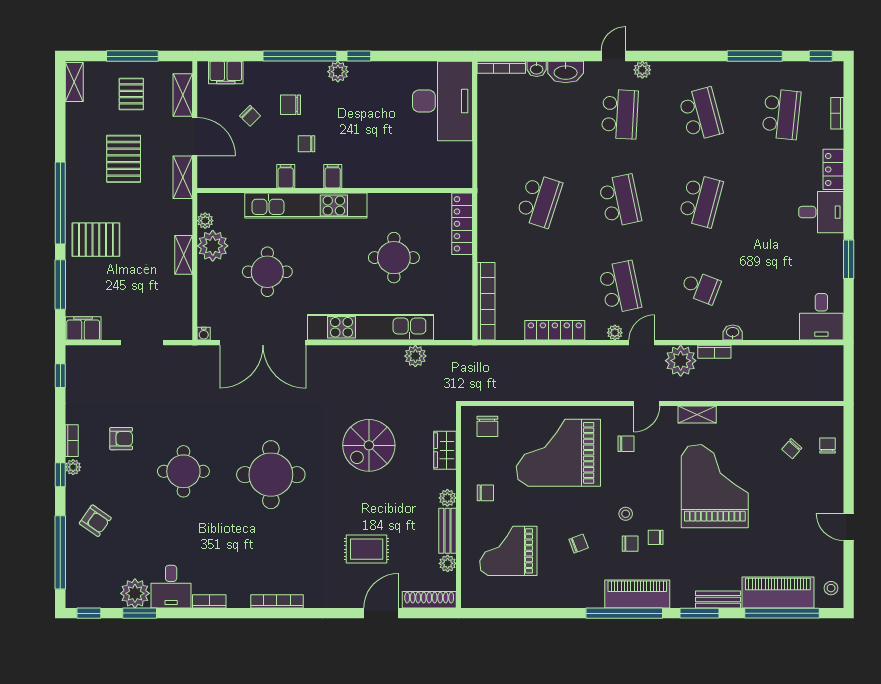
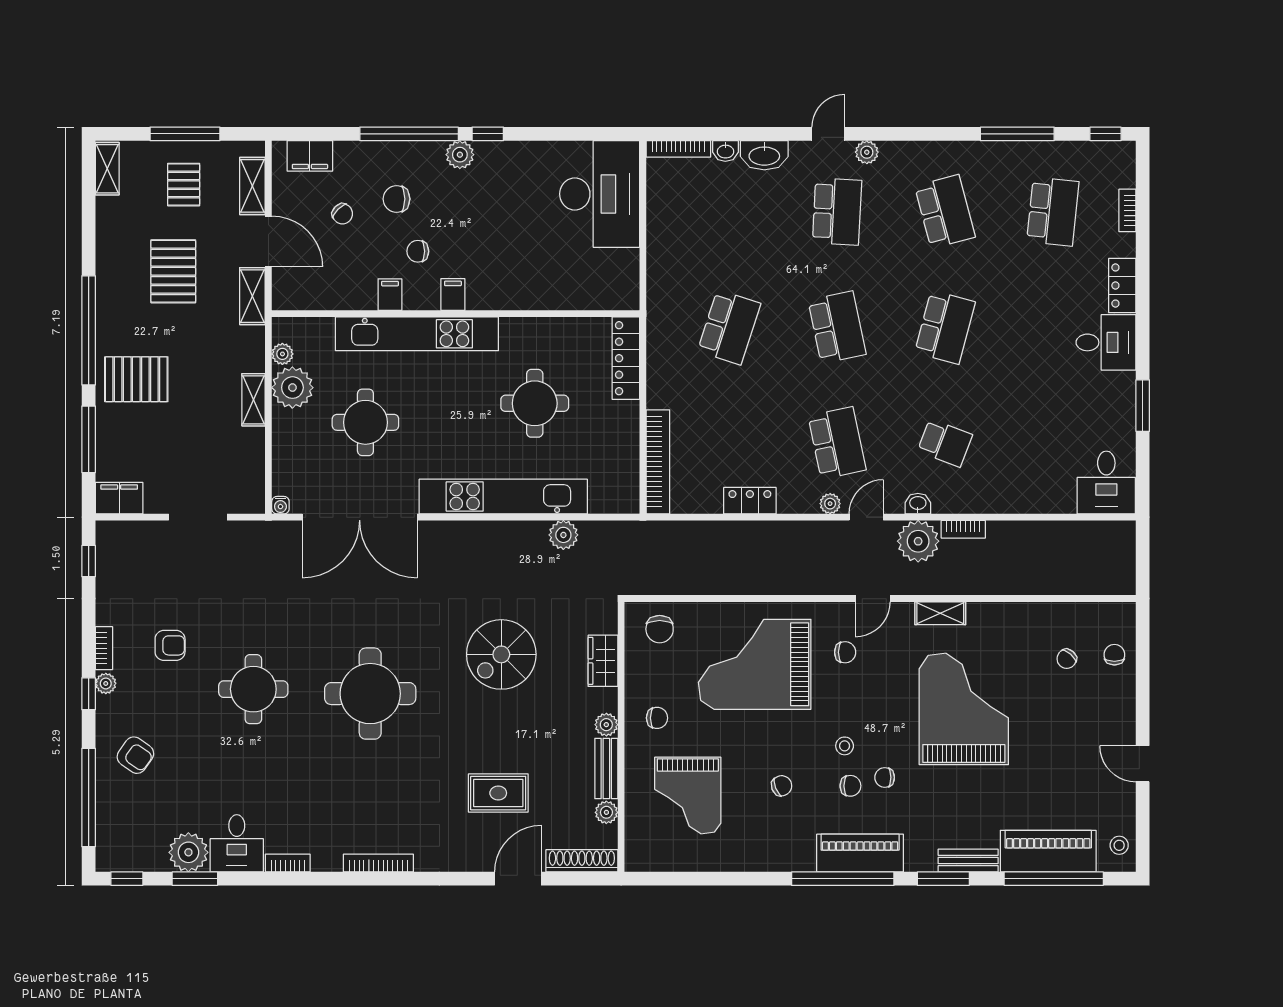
locker: (555, 330) -> (750, 501), width x0.66
washbasin: (733, 333) -> (918, 504), moved
grand piano: (508, 551) -> (688, 795), turned -90

